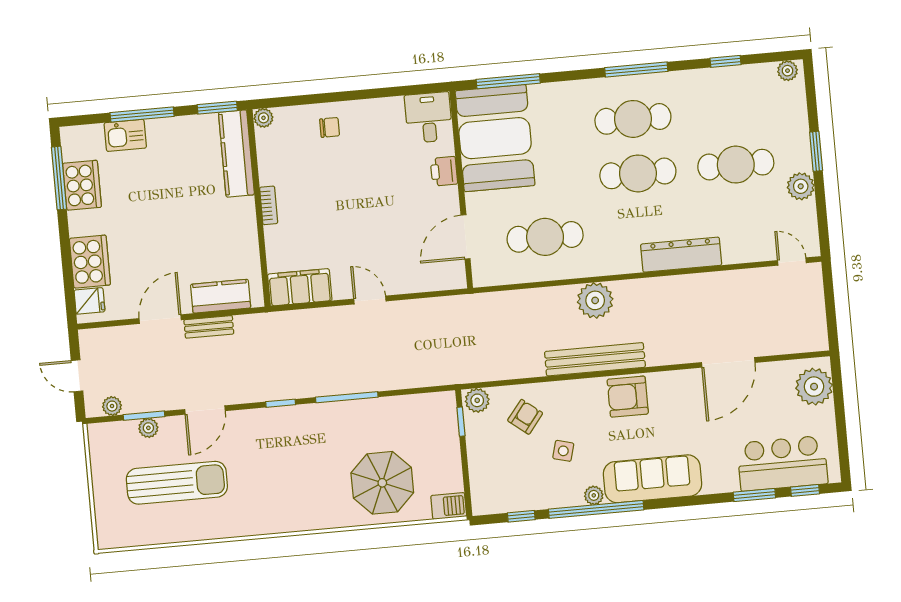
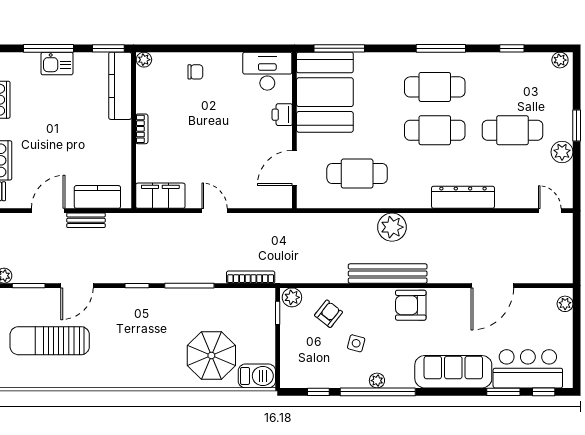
desk: (428, 117) -> (267, 71), width x1.37
kitchen sink: (125, 135) -> (57, 64), moved
bookcase: (423, 380) -> (251, 277), added
plant: (814, 387) -> (565, 304), width x0.53, depth x0.53
plant: (148, 428) -> (31, 295), removed
sofa: (652, 479) -> (453, 372), moved
sun lounger: (177, 483) -> (50, 341), turned 180
barbecue: (449, 506) -> (257, 376), width x1.38, depth x1.27

